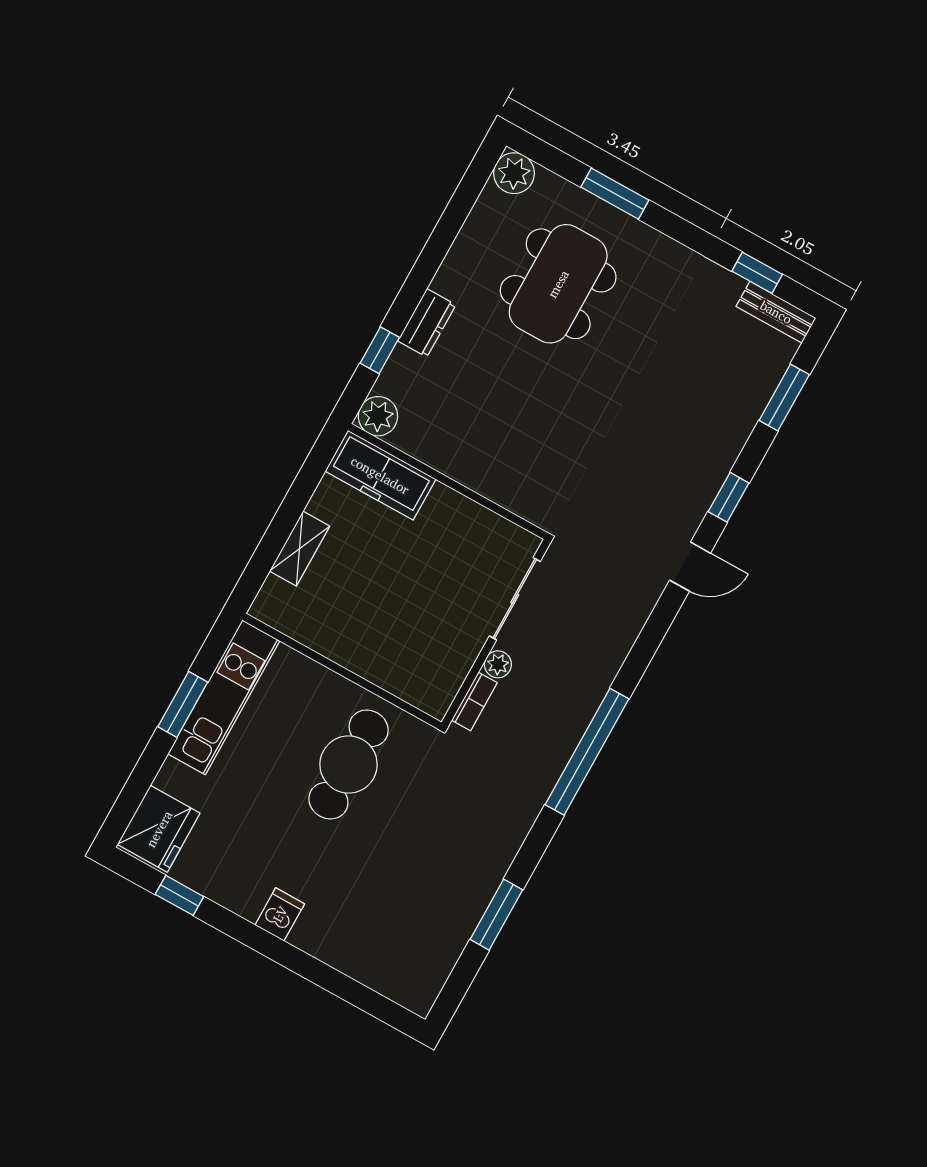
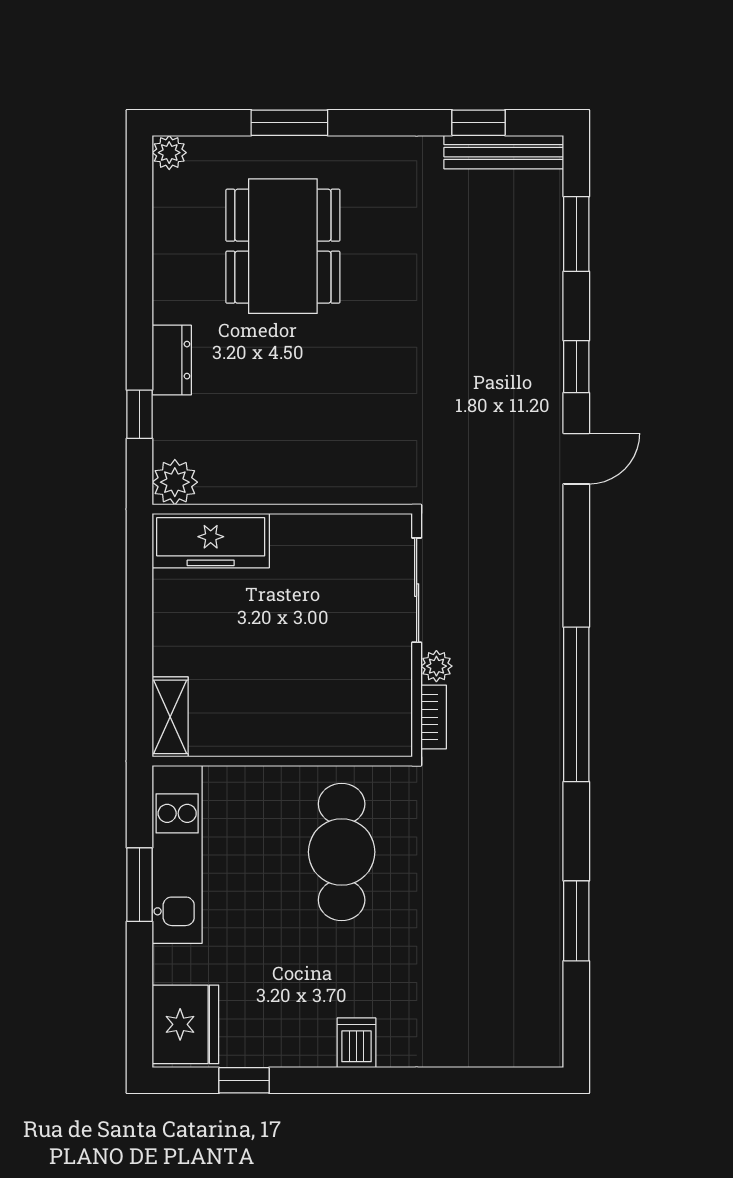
plant: (514, 173) -> (169, 153), width x0.73, depth x0.73
bench: (776, 312) -> (504, 152), width x1.36
shelving: (300, 549) -> (170, 717), moved

